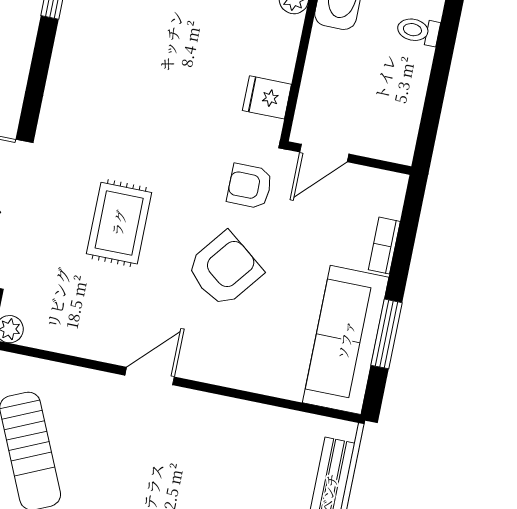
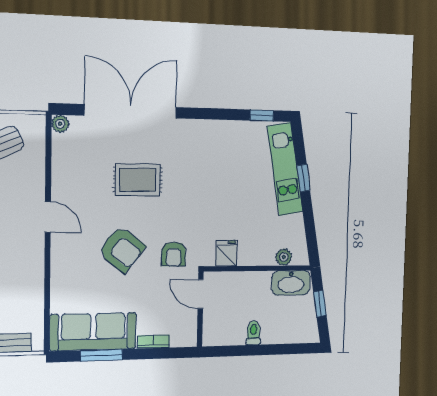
toilet: (418, 31) -> (254, 333), moved
armchair: (250, 186) -> (174, 254), turned 180

